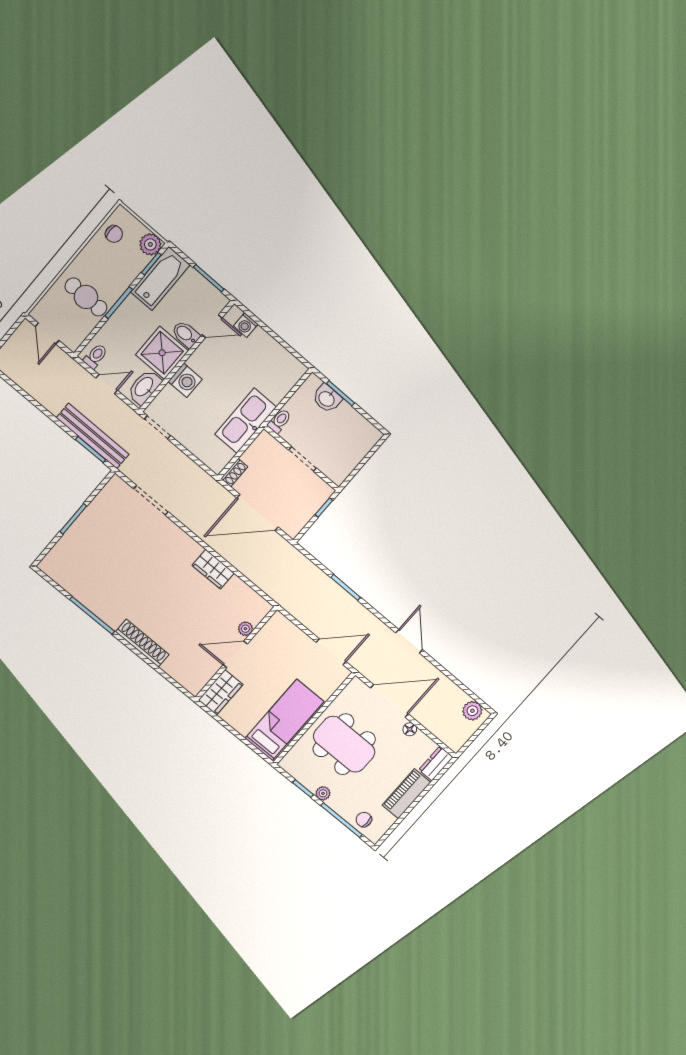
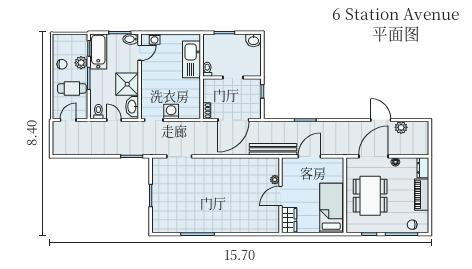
chair: (114, 234) -> (62, 64), moved
plant: (150, 244) -> (81, 63), moved
door: (47, 333) -> (68, 120), swing flipped
bidet: (186, 334) -> (131, 39), moved
washing machine: (185, 380) -> (171, 111), moved, turned -90
door: (107, 384) -> (114, 120), hinge flipped
washbasin: (327, 398) -> (253, 40), moved
kitchen sink: (246, 421) -> (192, 59), moved
bench: (93, 436) -> (273, 149), moved
wardrobe: (213, 569) -> (235, 164), removed
door: (409, 641) -> (381, 120), moved
shoe rack: (142, 643) -> (232, 228), removed
door: (331, 652) -> (309, 156), moved
plant: (472, 711) -> (401, 127), moved
dining table: (344, 744) -> (370, 196), turned 90
plant: (323, 793) -> (381, 228), removed

